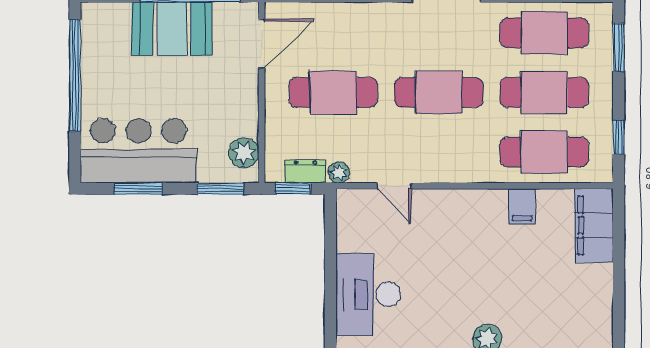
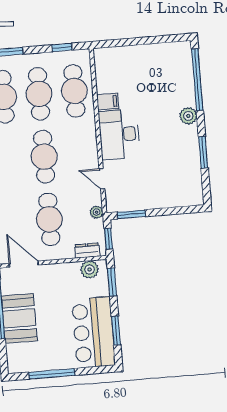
window: (75, 75) -> (52, 374), width x0.68
dresser: (305, 172) -> (87, 251), moved, turned 90
door: (394, 186) -> (102, 179), swing flipped
filing cabinet: (594, 225) -> (116, 58), removed
window: (330, 230) -> (131, 214), added
desk: (368, 294) -> (119, 134), moved, turned 90

